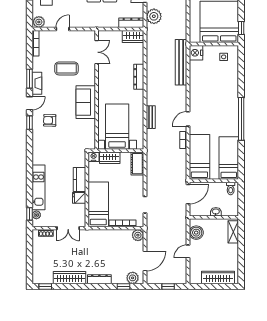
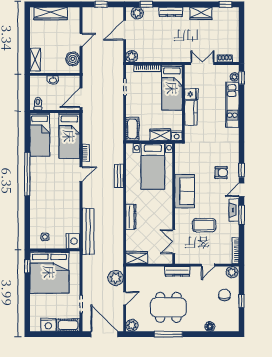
dresser: (131, 23) -> (177, 271), moved
wardrobe: (70, 278) -> (201, 13), width x0.67

